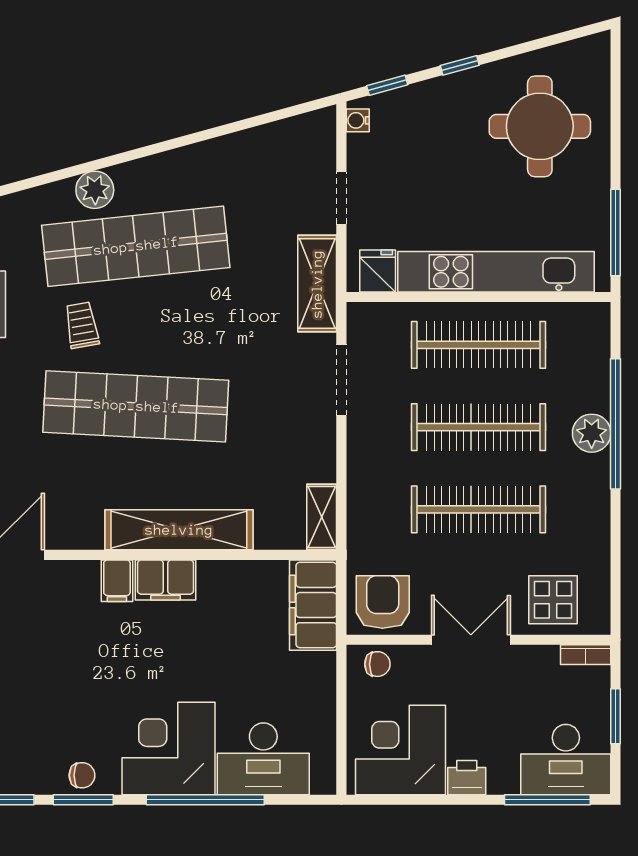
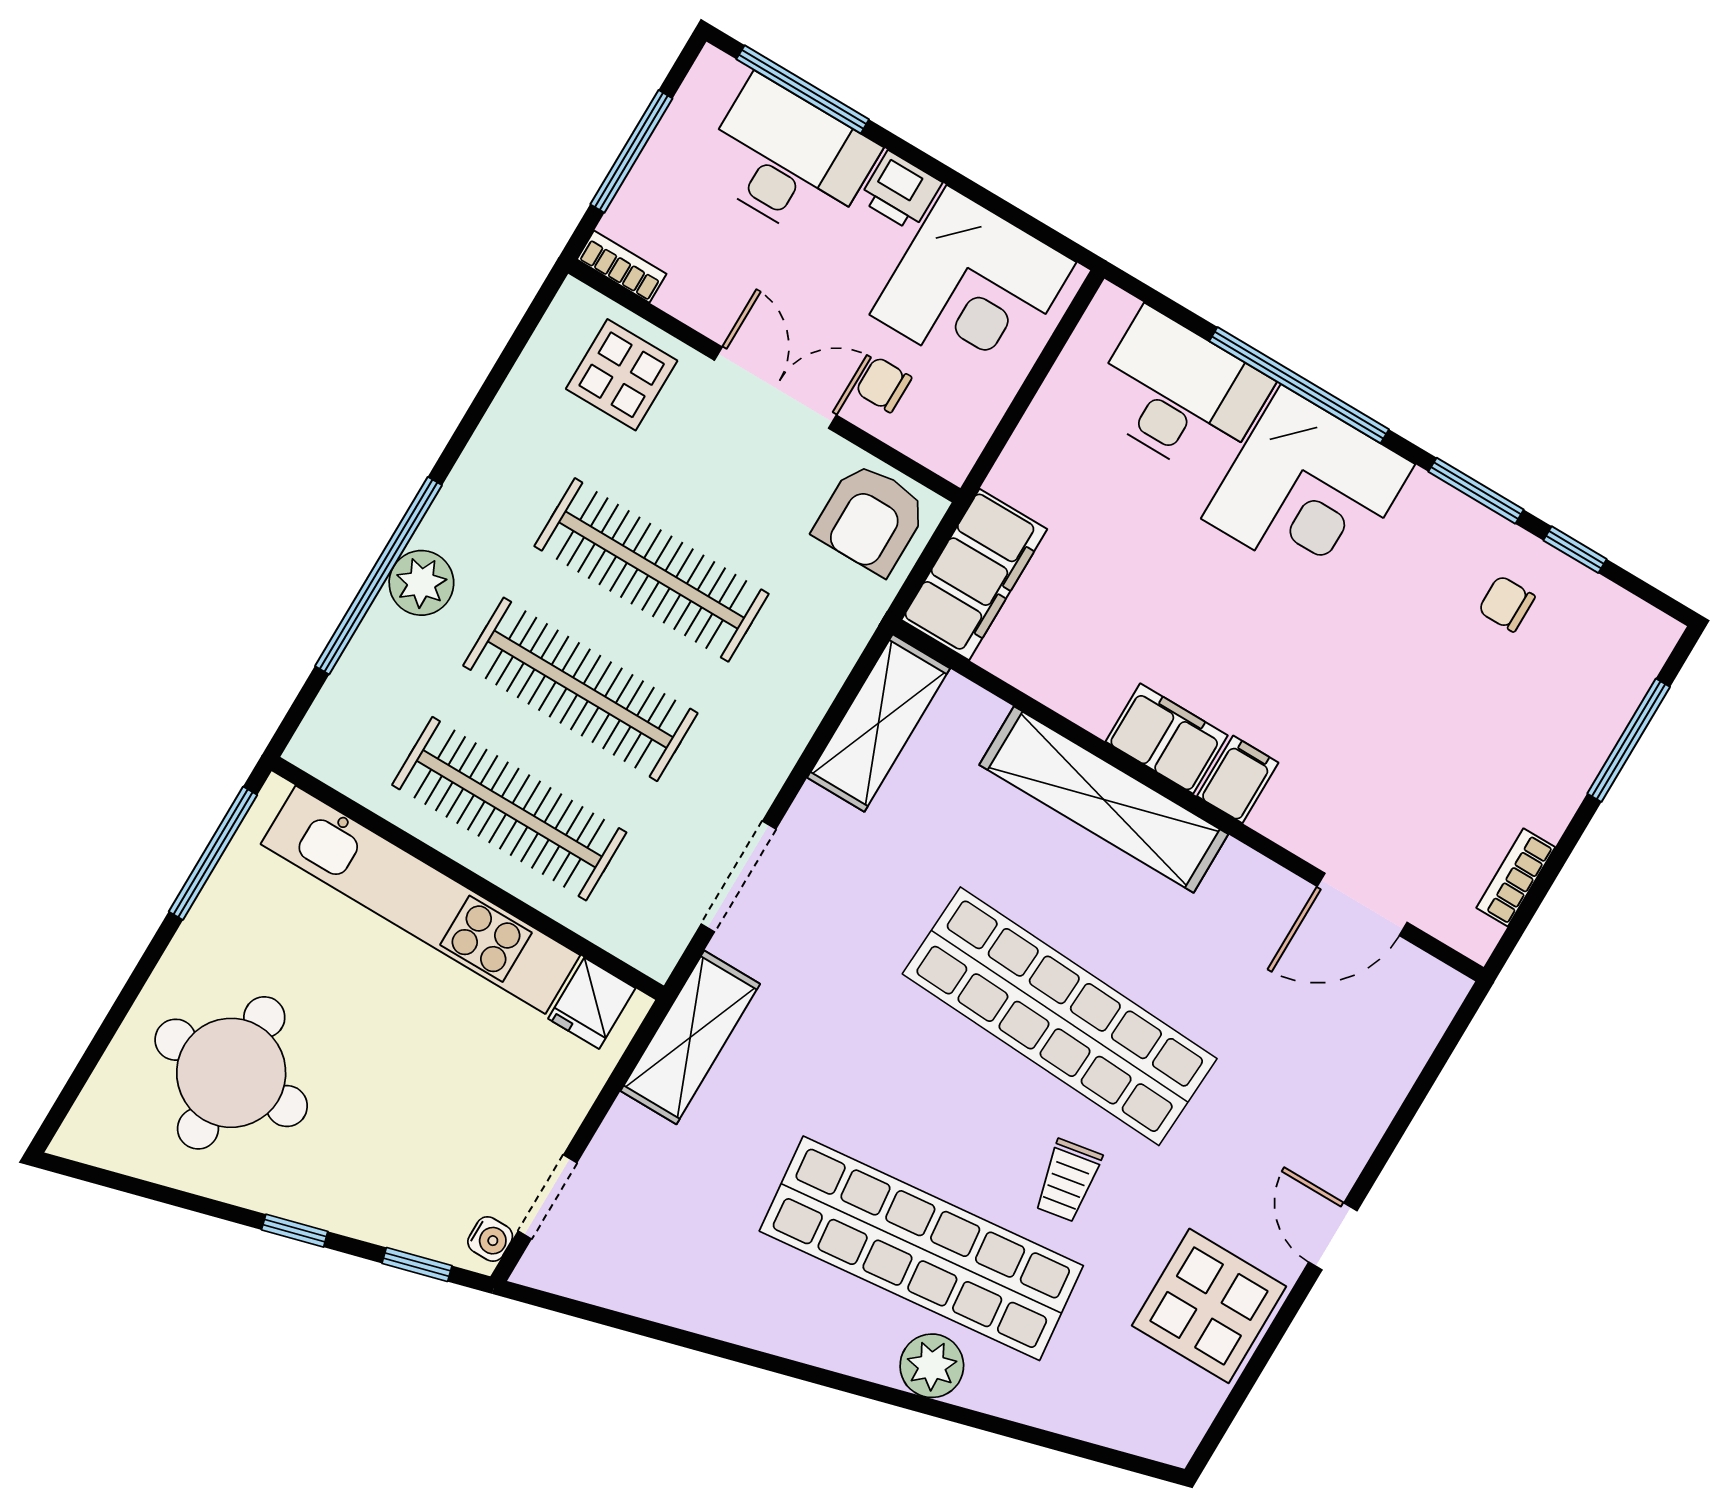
doorway: (341, 198) -> (547, 1197), moved
shelving: (322, 517) -> (879, 723), width x1.50, depth x1.33
double door: (471, 640) -> (775, 388), swing flipped
chair: (377, 664) -> (884, 385), moved
window: (616, 716) -> (631, 151), width x1.44
desk: (566, 760) -> (789, 160), moved
chair: (82, 775) -> (1507, 604), moved

